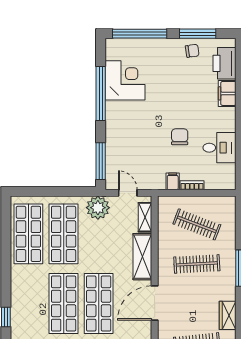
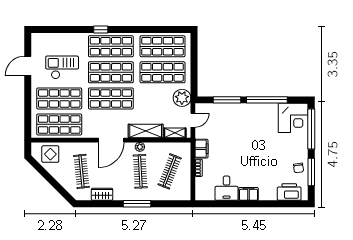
corner desk: (125, 80) -> (293, 118), moved
filing cabinet: (227, 93) -> (249, 194), moved
chair: (180, 137) -> (235, 159), removed
window: (101, 161) -> (227, 100), moved
filing cabinet: (173, 181) -> (201, 149), width x2.00
plant: (164, 264) -> (140, 147), added
shop shelf: (28, 303) -> (111, 46), added
door: (155, 303) -> (111, 140), swing flipped

